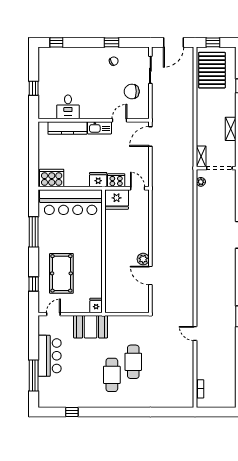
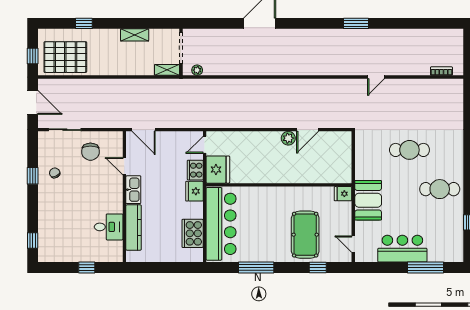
cooker: (52, 178) -> (193, 233), moved
pool table: (61, 273) -> (305, 235), turned 90
cafe table: (112, 375) -> (440, 189), moved

